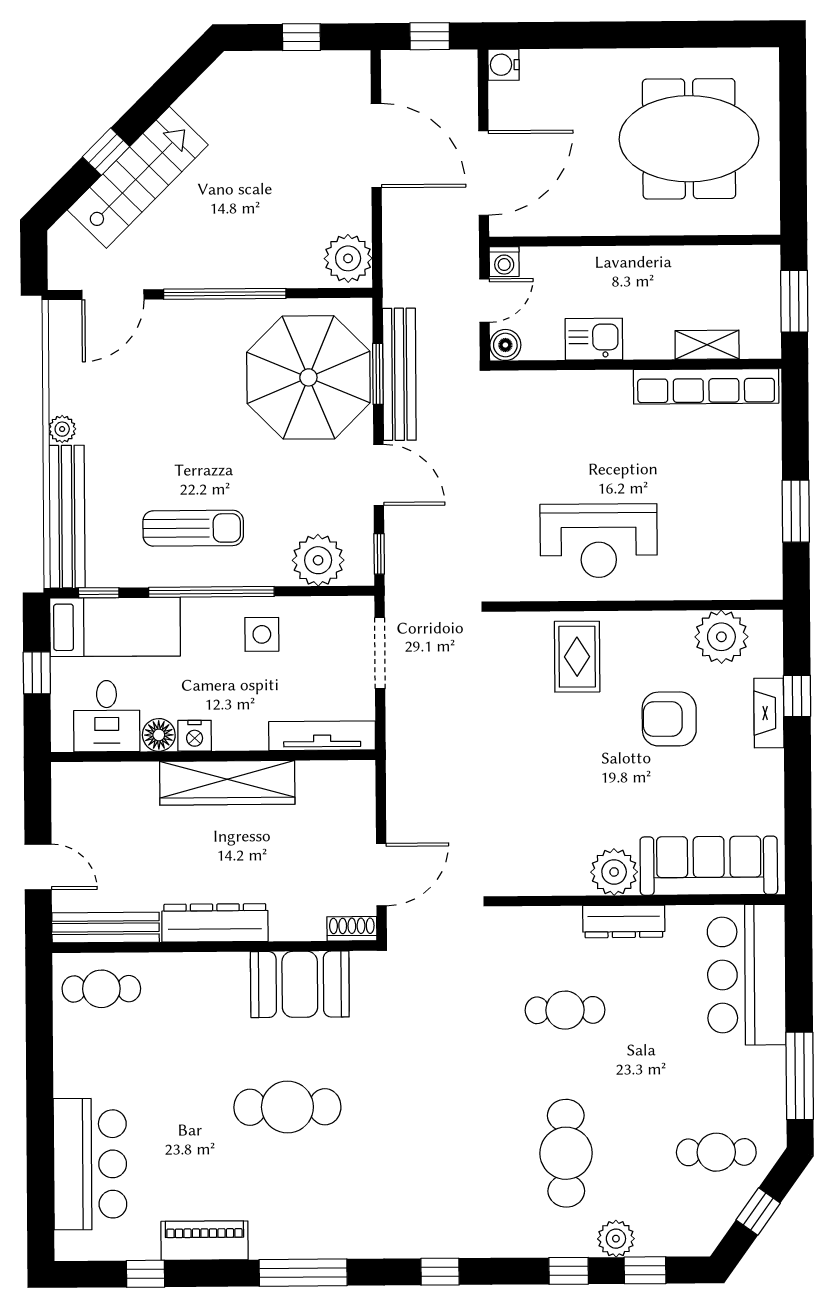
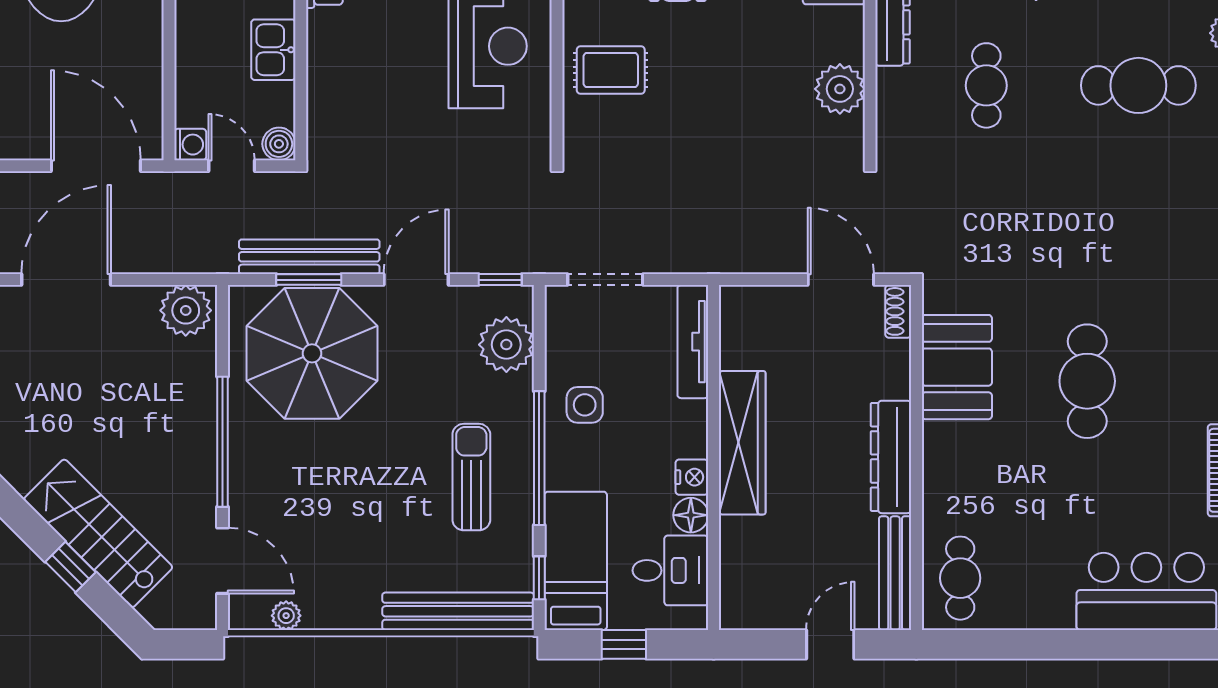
plant: (62, 429) -> (286, 616), moved
plant: (614, 872) -> (840, 89), moved

